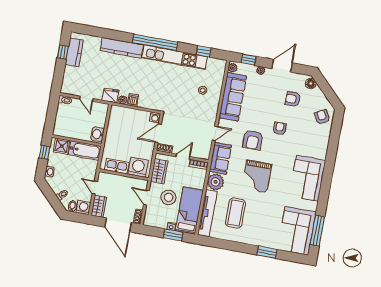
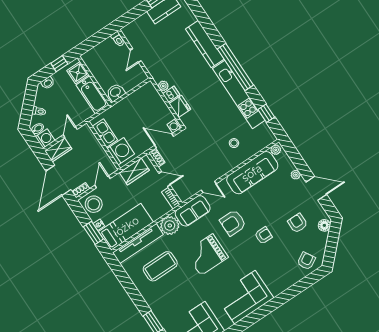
window: (249, 60) -> (295, 156), removed
fridge: (110, 95) -> (180, 106), moved
stool: (168, 197) -> (94, 204), moved

